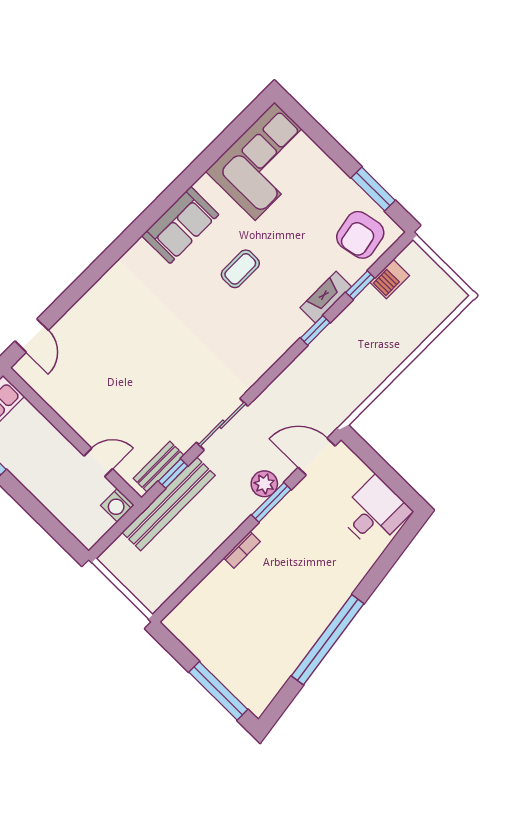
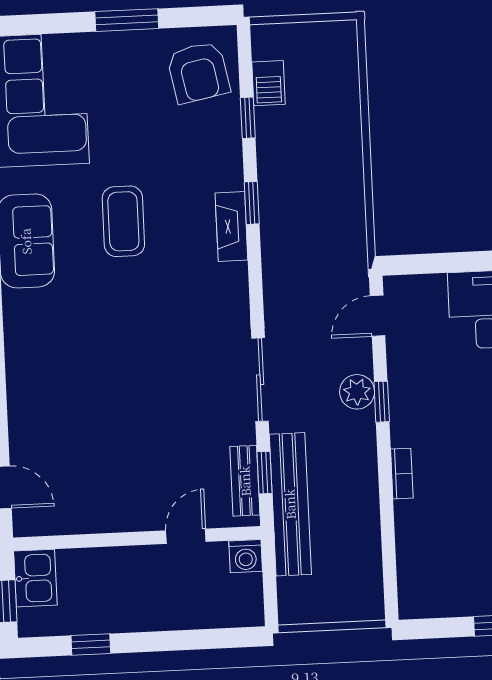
window: (373, 189) -> (127, 20), moved
coffee table: (240, 269) -> (123, 221), width x1.36, depth x1.30
fireplace: (326, 297) -> (231, 227), moved
door: (317, 457) -> (378, 316), width x0.73
window: (271, 502) -> (382, 402), width x0.67

